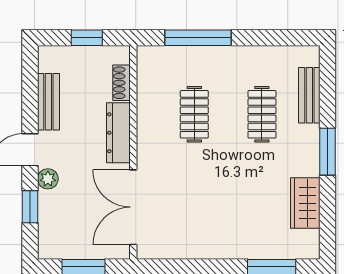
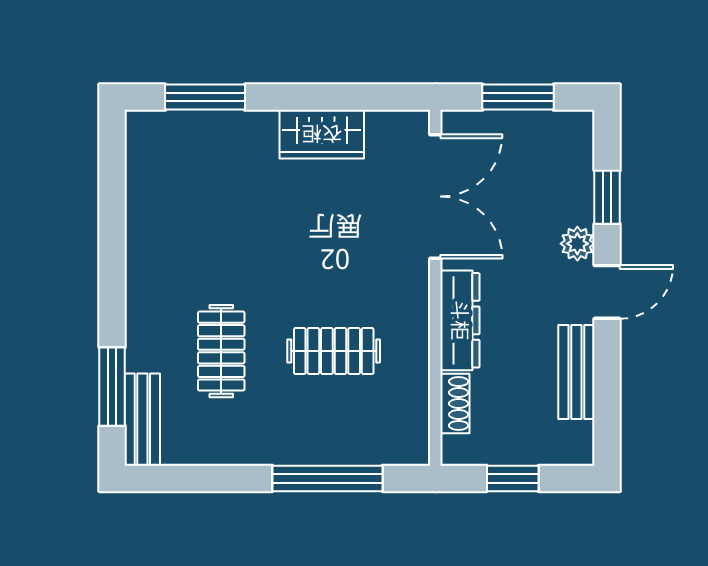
bench: (309, 95) -> (142, 420), moved
clothes rail: (194, 114) -> (334, 351), turned 90
window: (328, 152) -> (112, 387), moved
wardrobe: (305, 203) -> (322, 134), moved, turned 90

